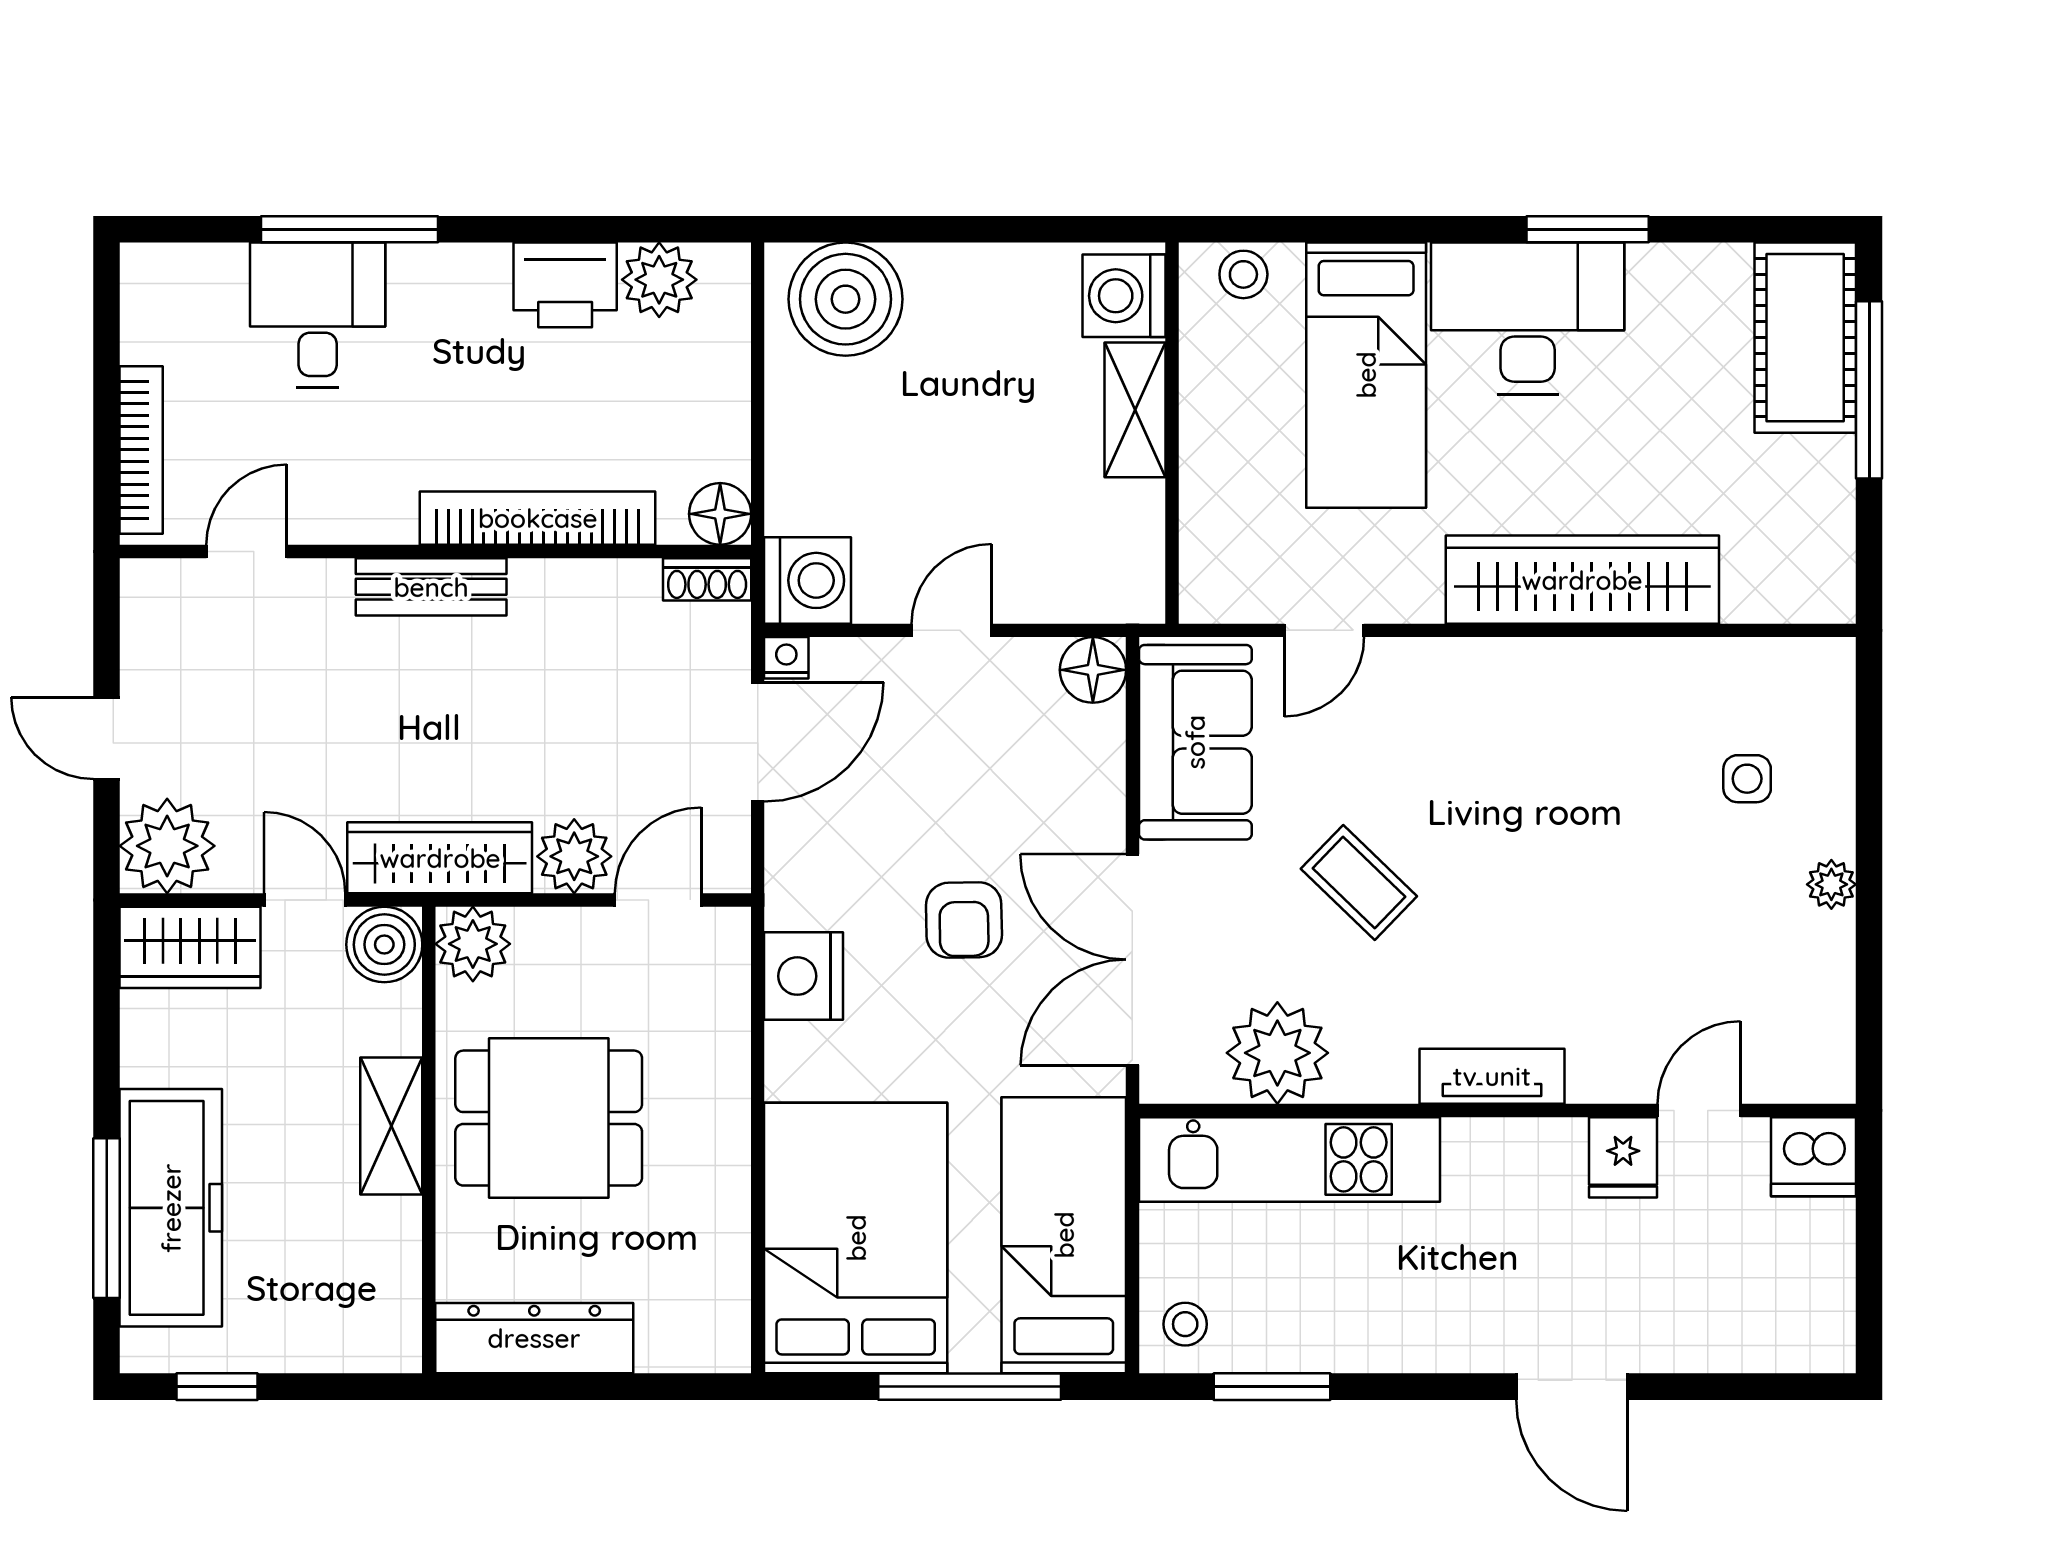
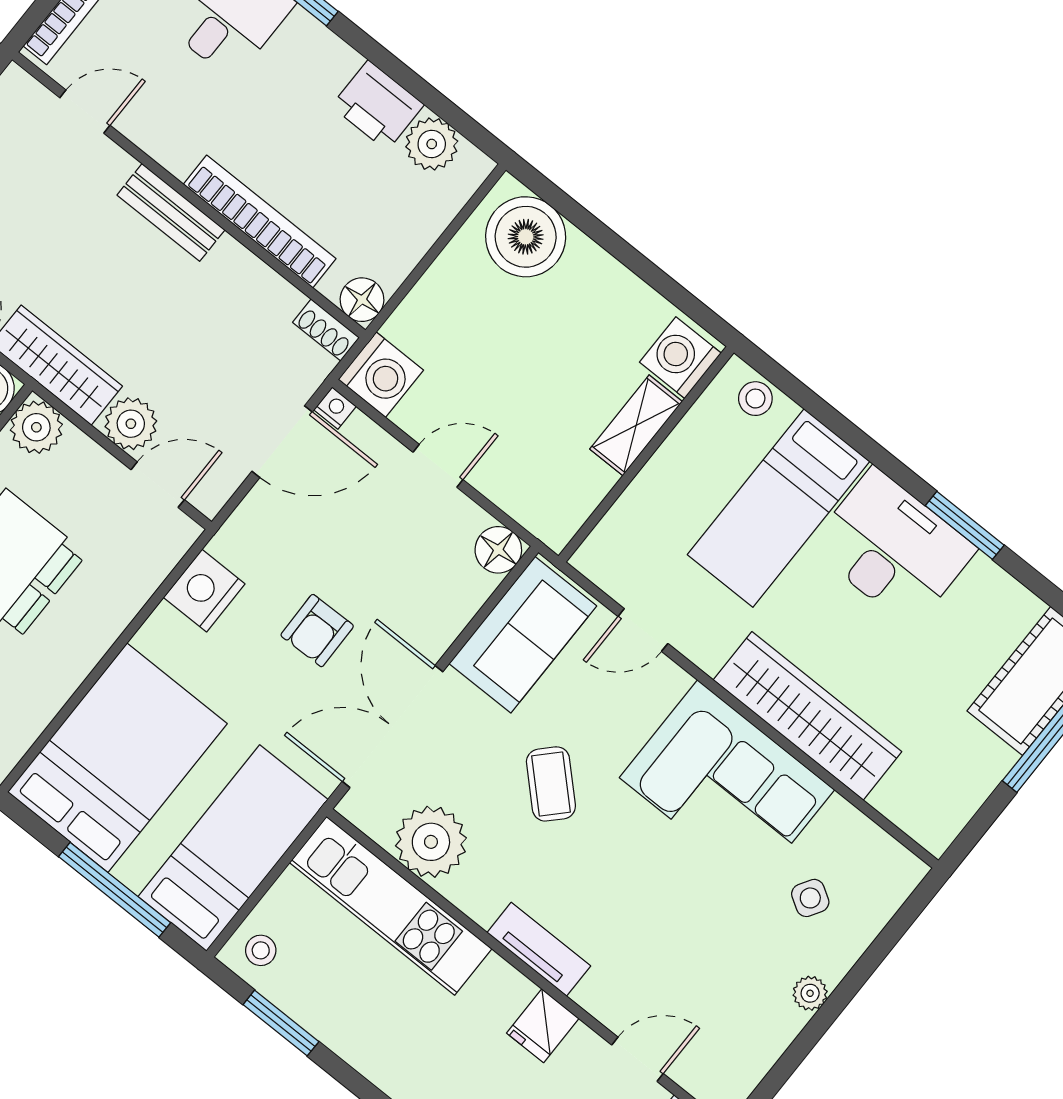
corner sofa: (1553, 726) -> (727, 784), added
side table: (1747, 779) -> (810, 898), turned 31
fridge: (1623, 1157) -> (543, 1026), moved

